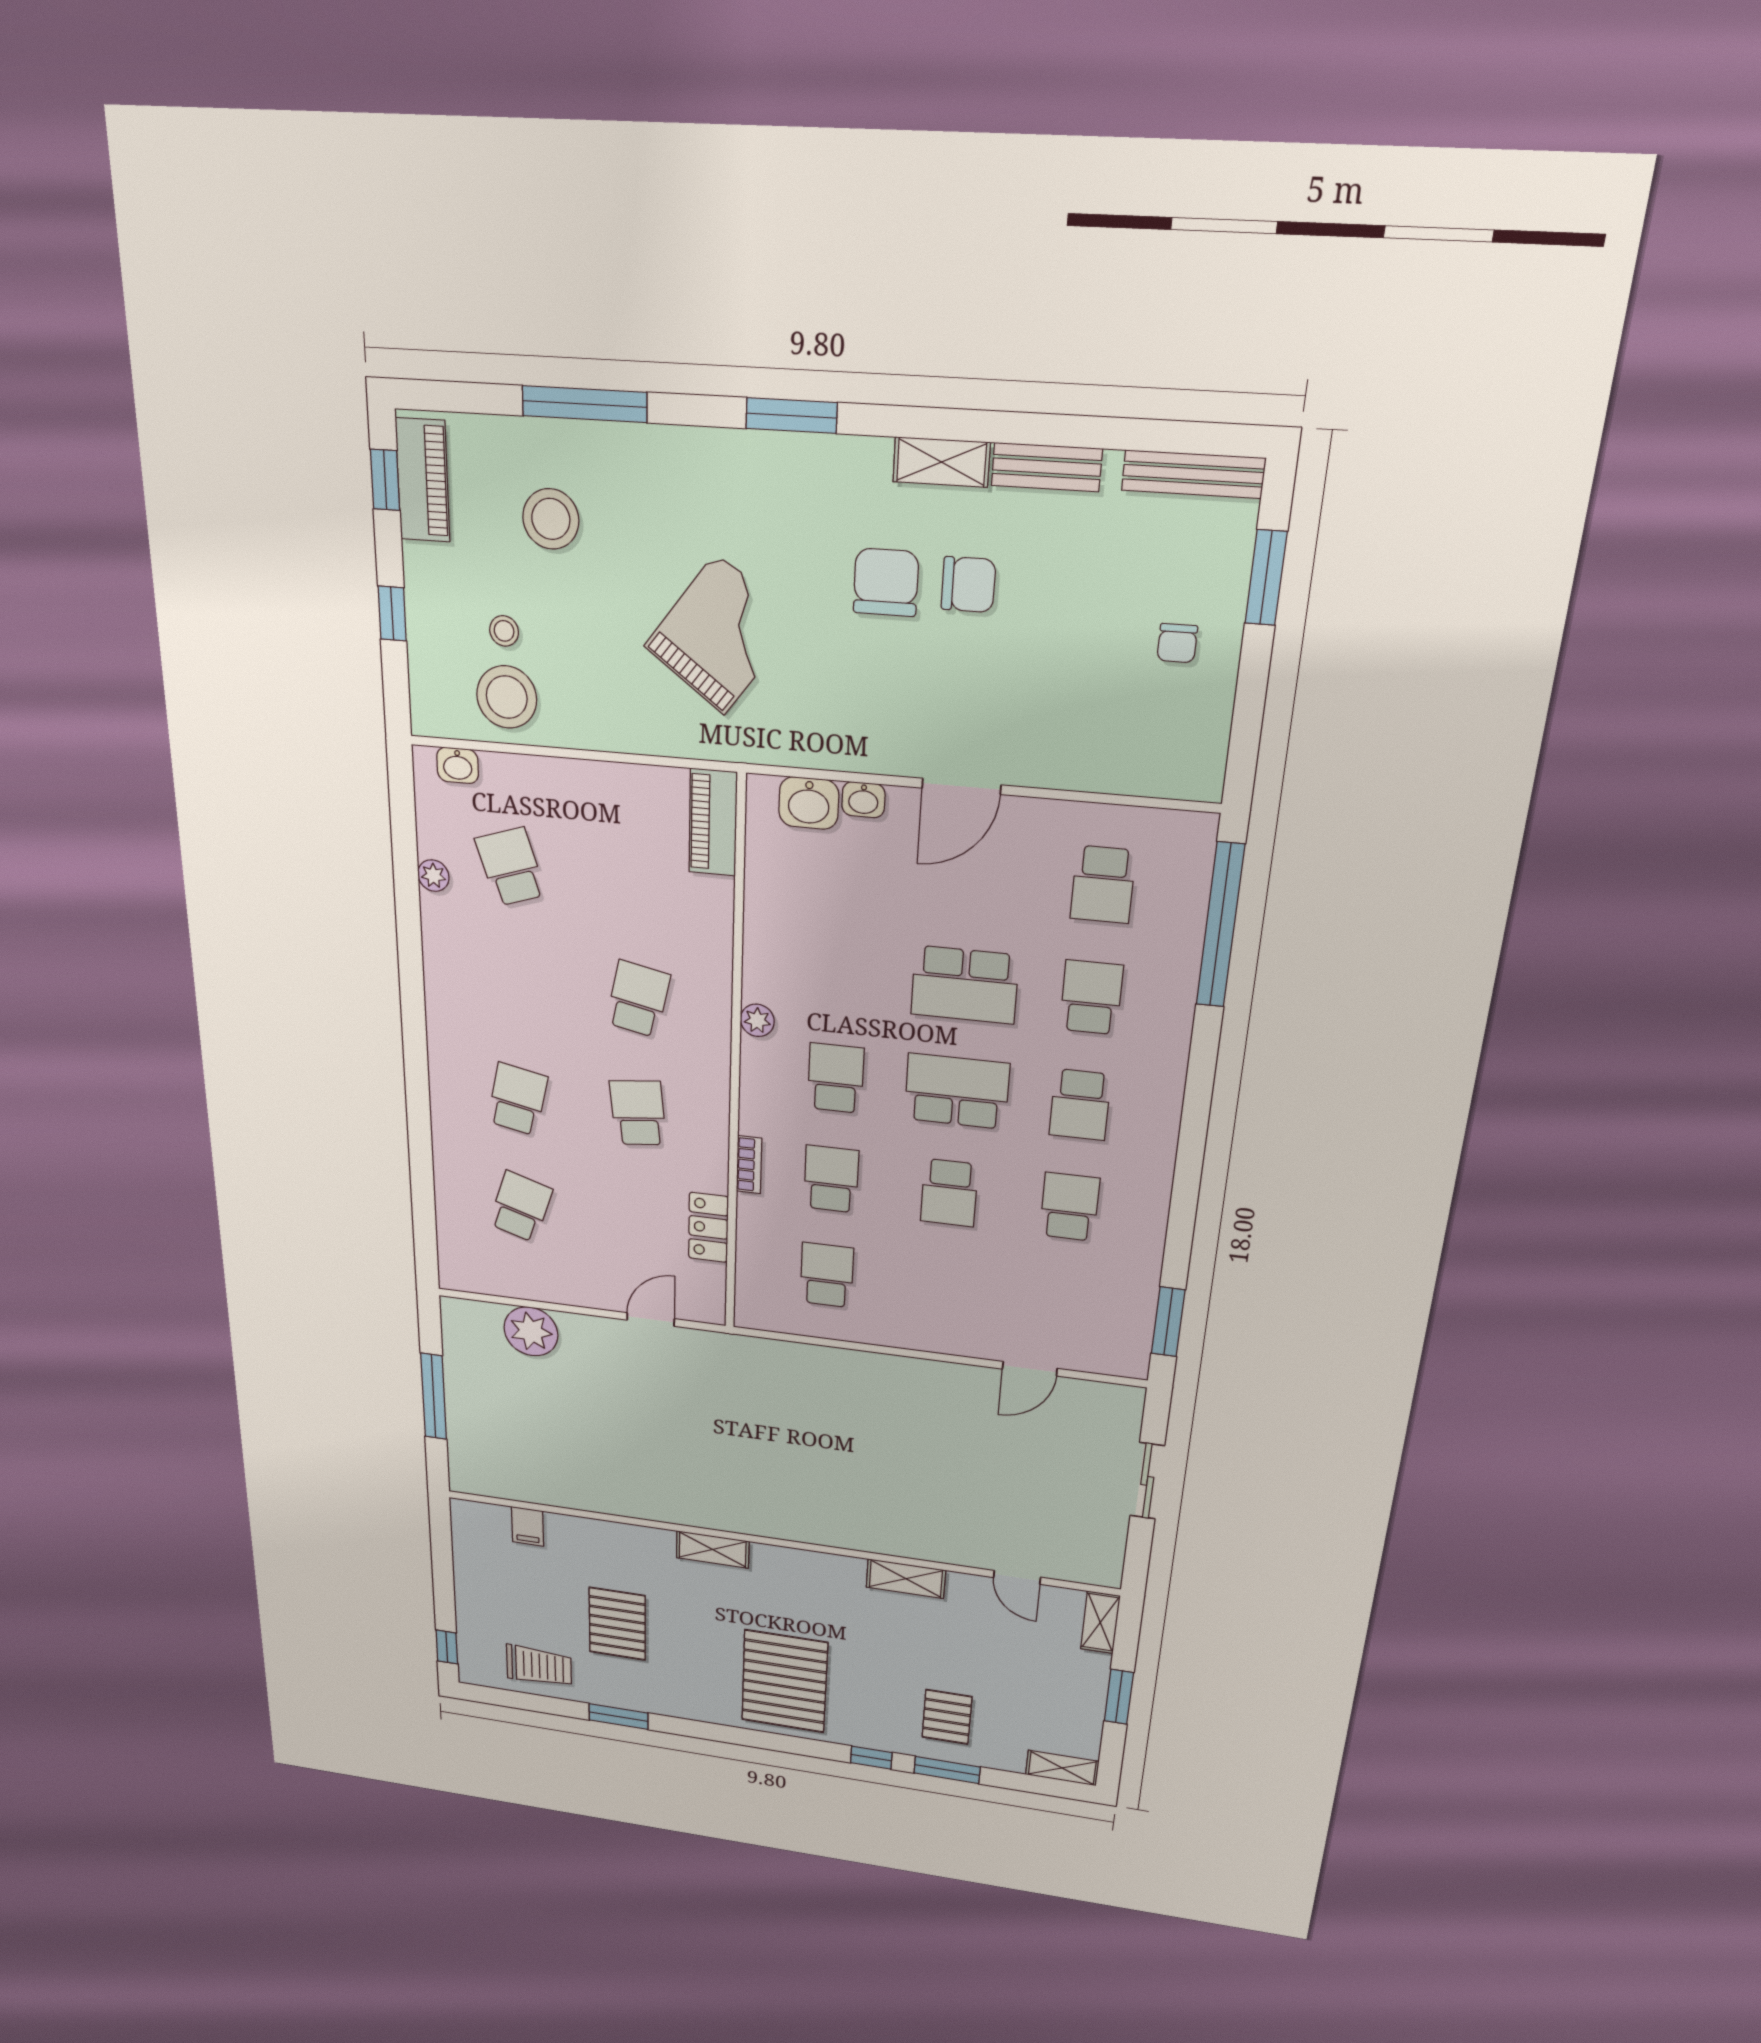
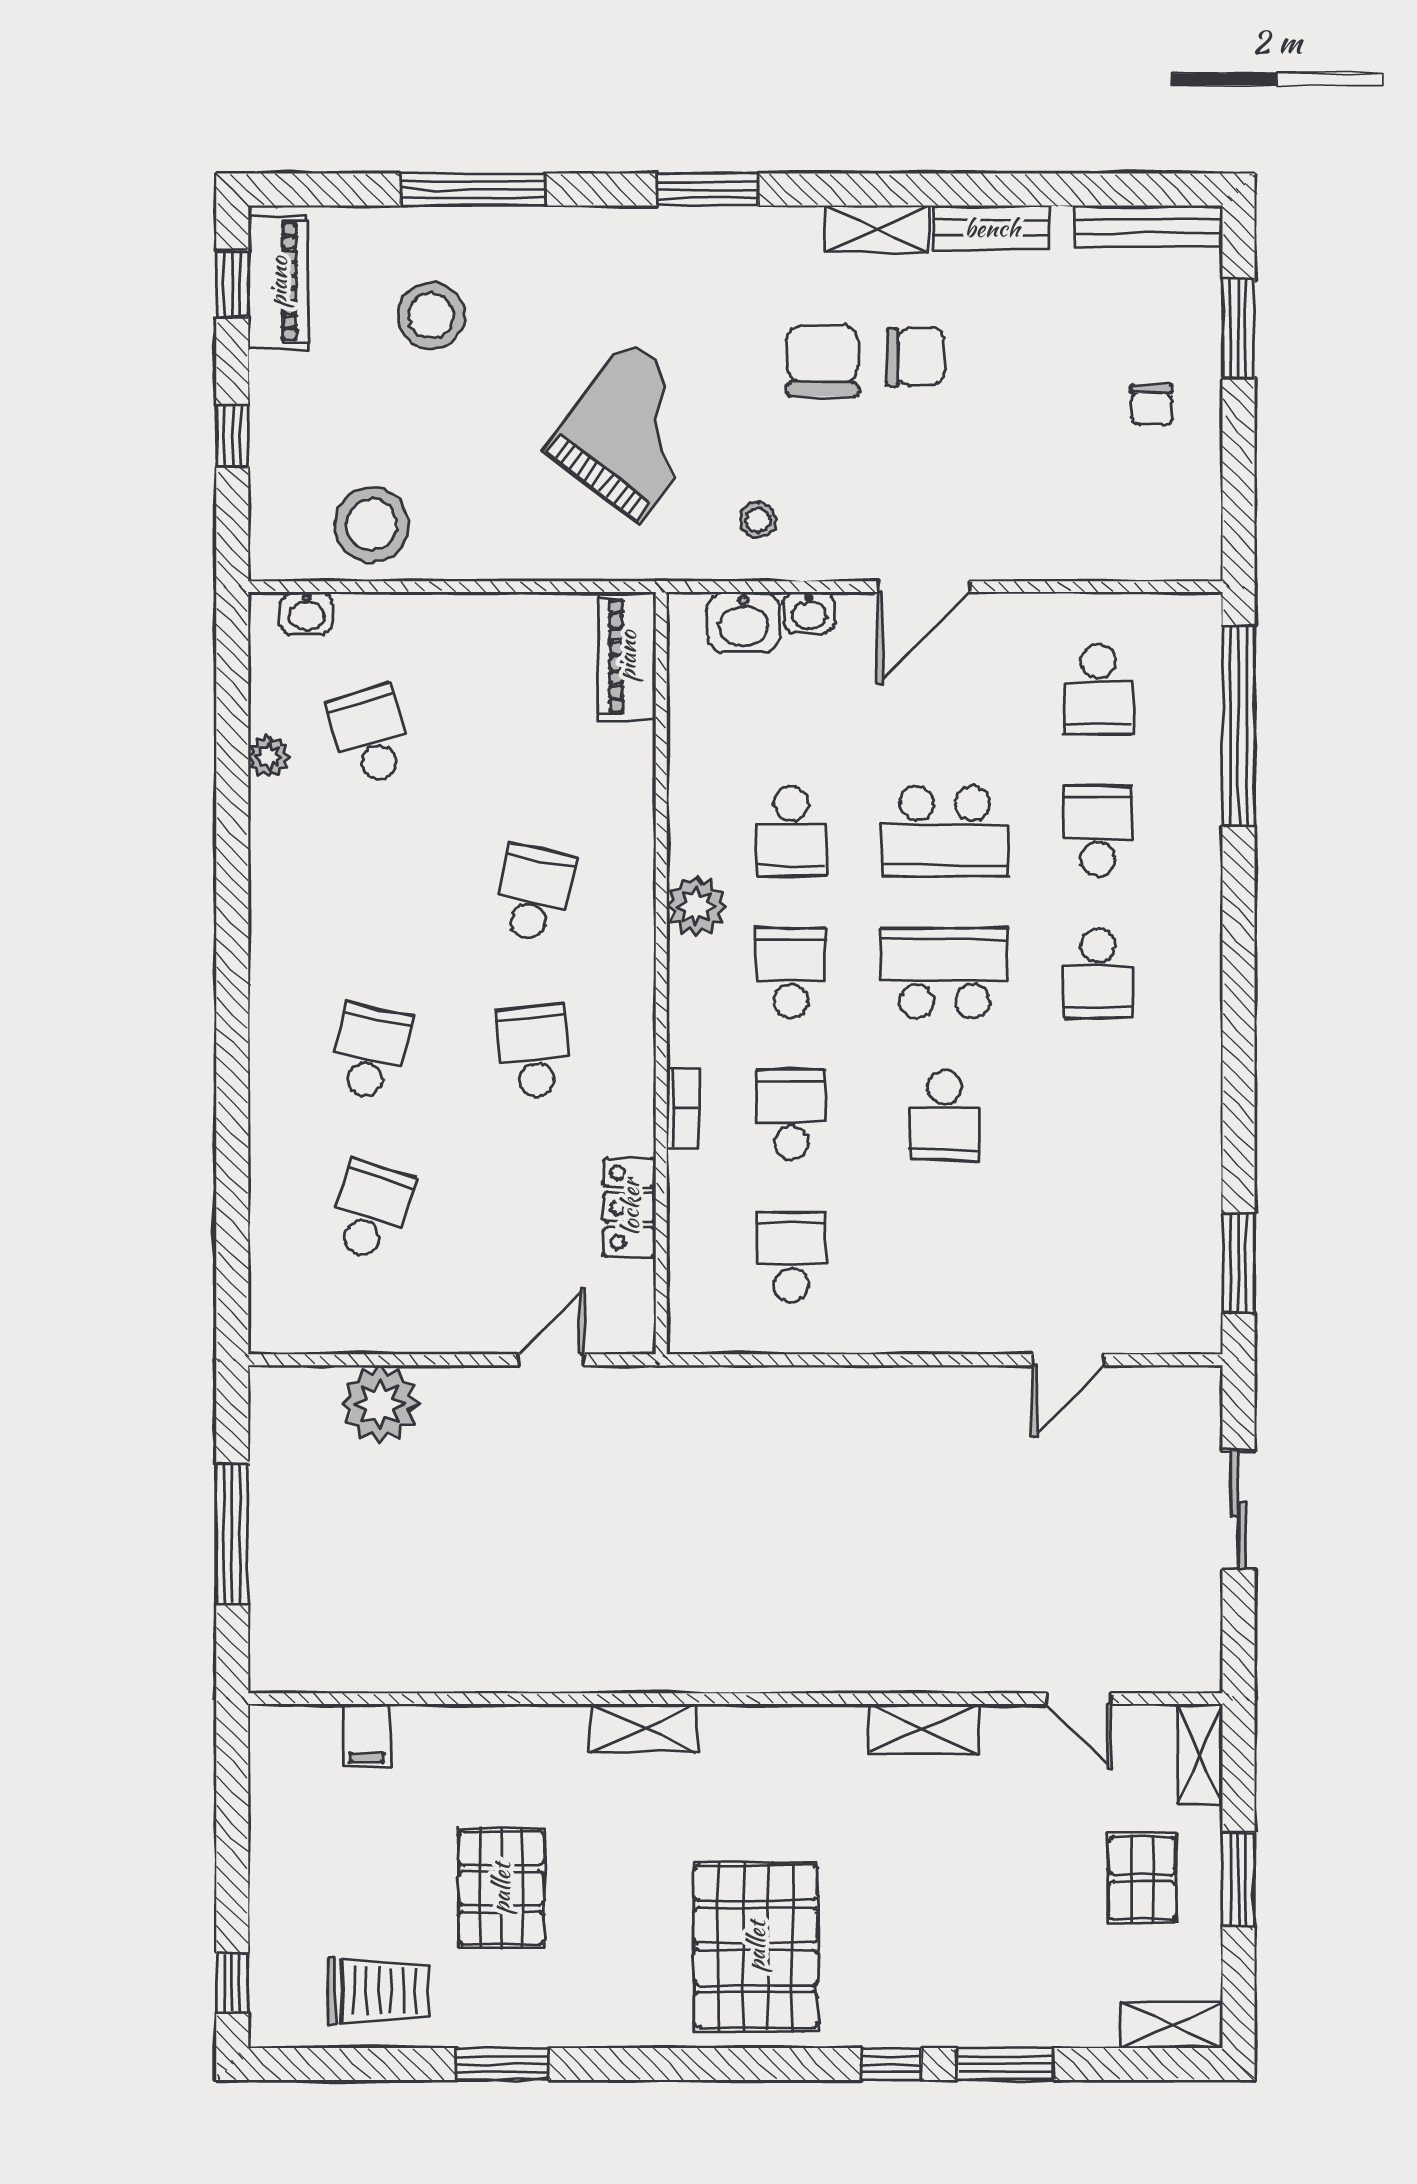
stool: (504, 631) -> (758, 520), moved
plant: (757, 1020) -> (696, 906), width x1.38, depth x1.38
school desk: (1069, 1207) -> (791, 831), moved, turned 180
pallet: (947, 1717) -> (1142, 1878), moved

